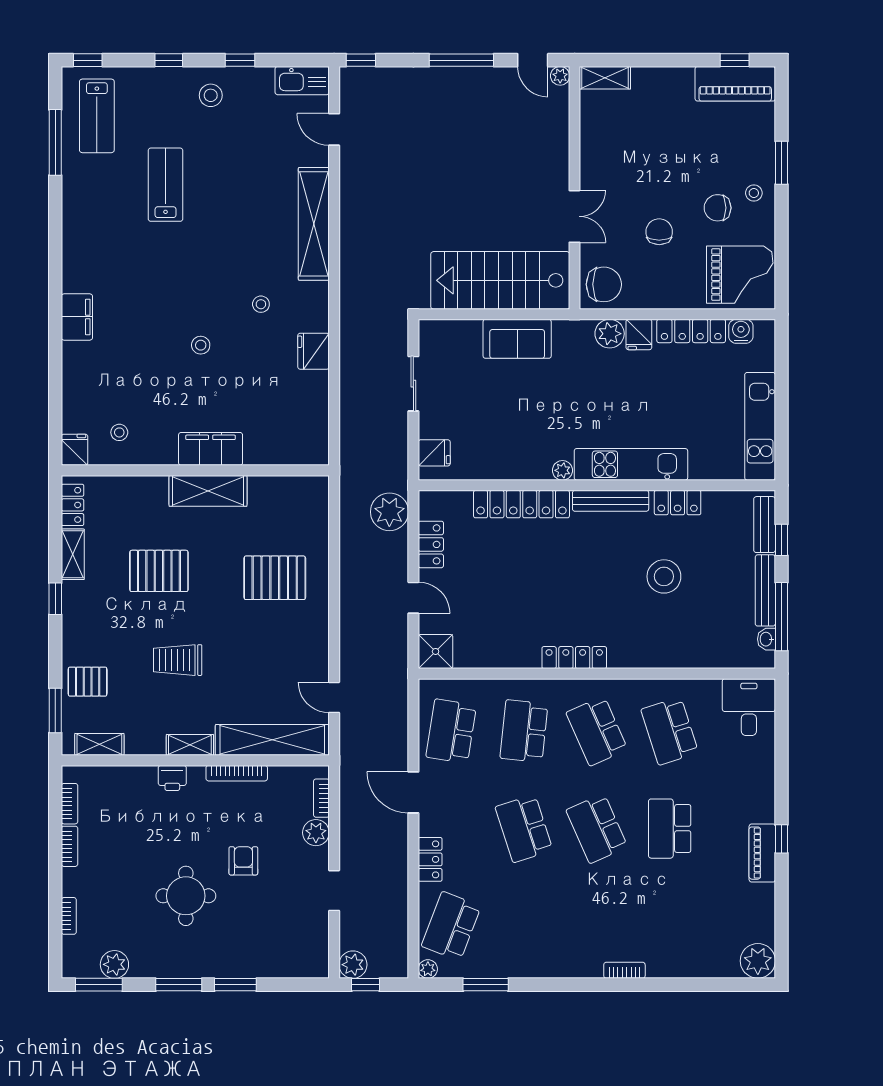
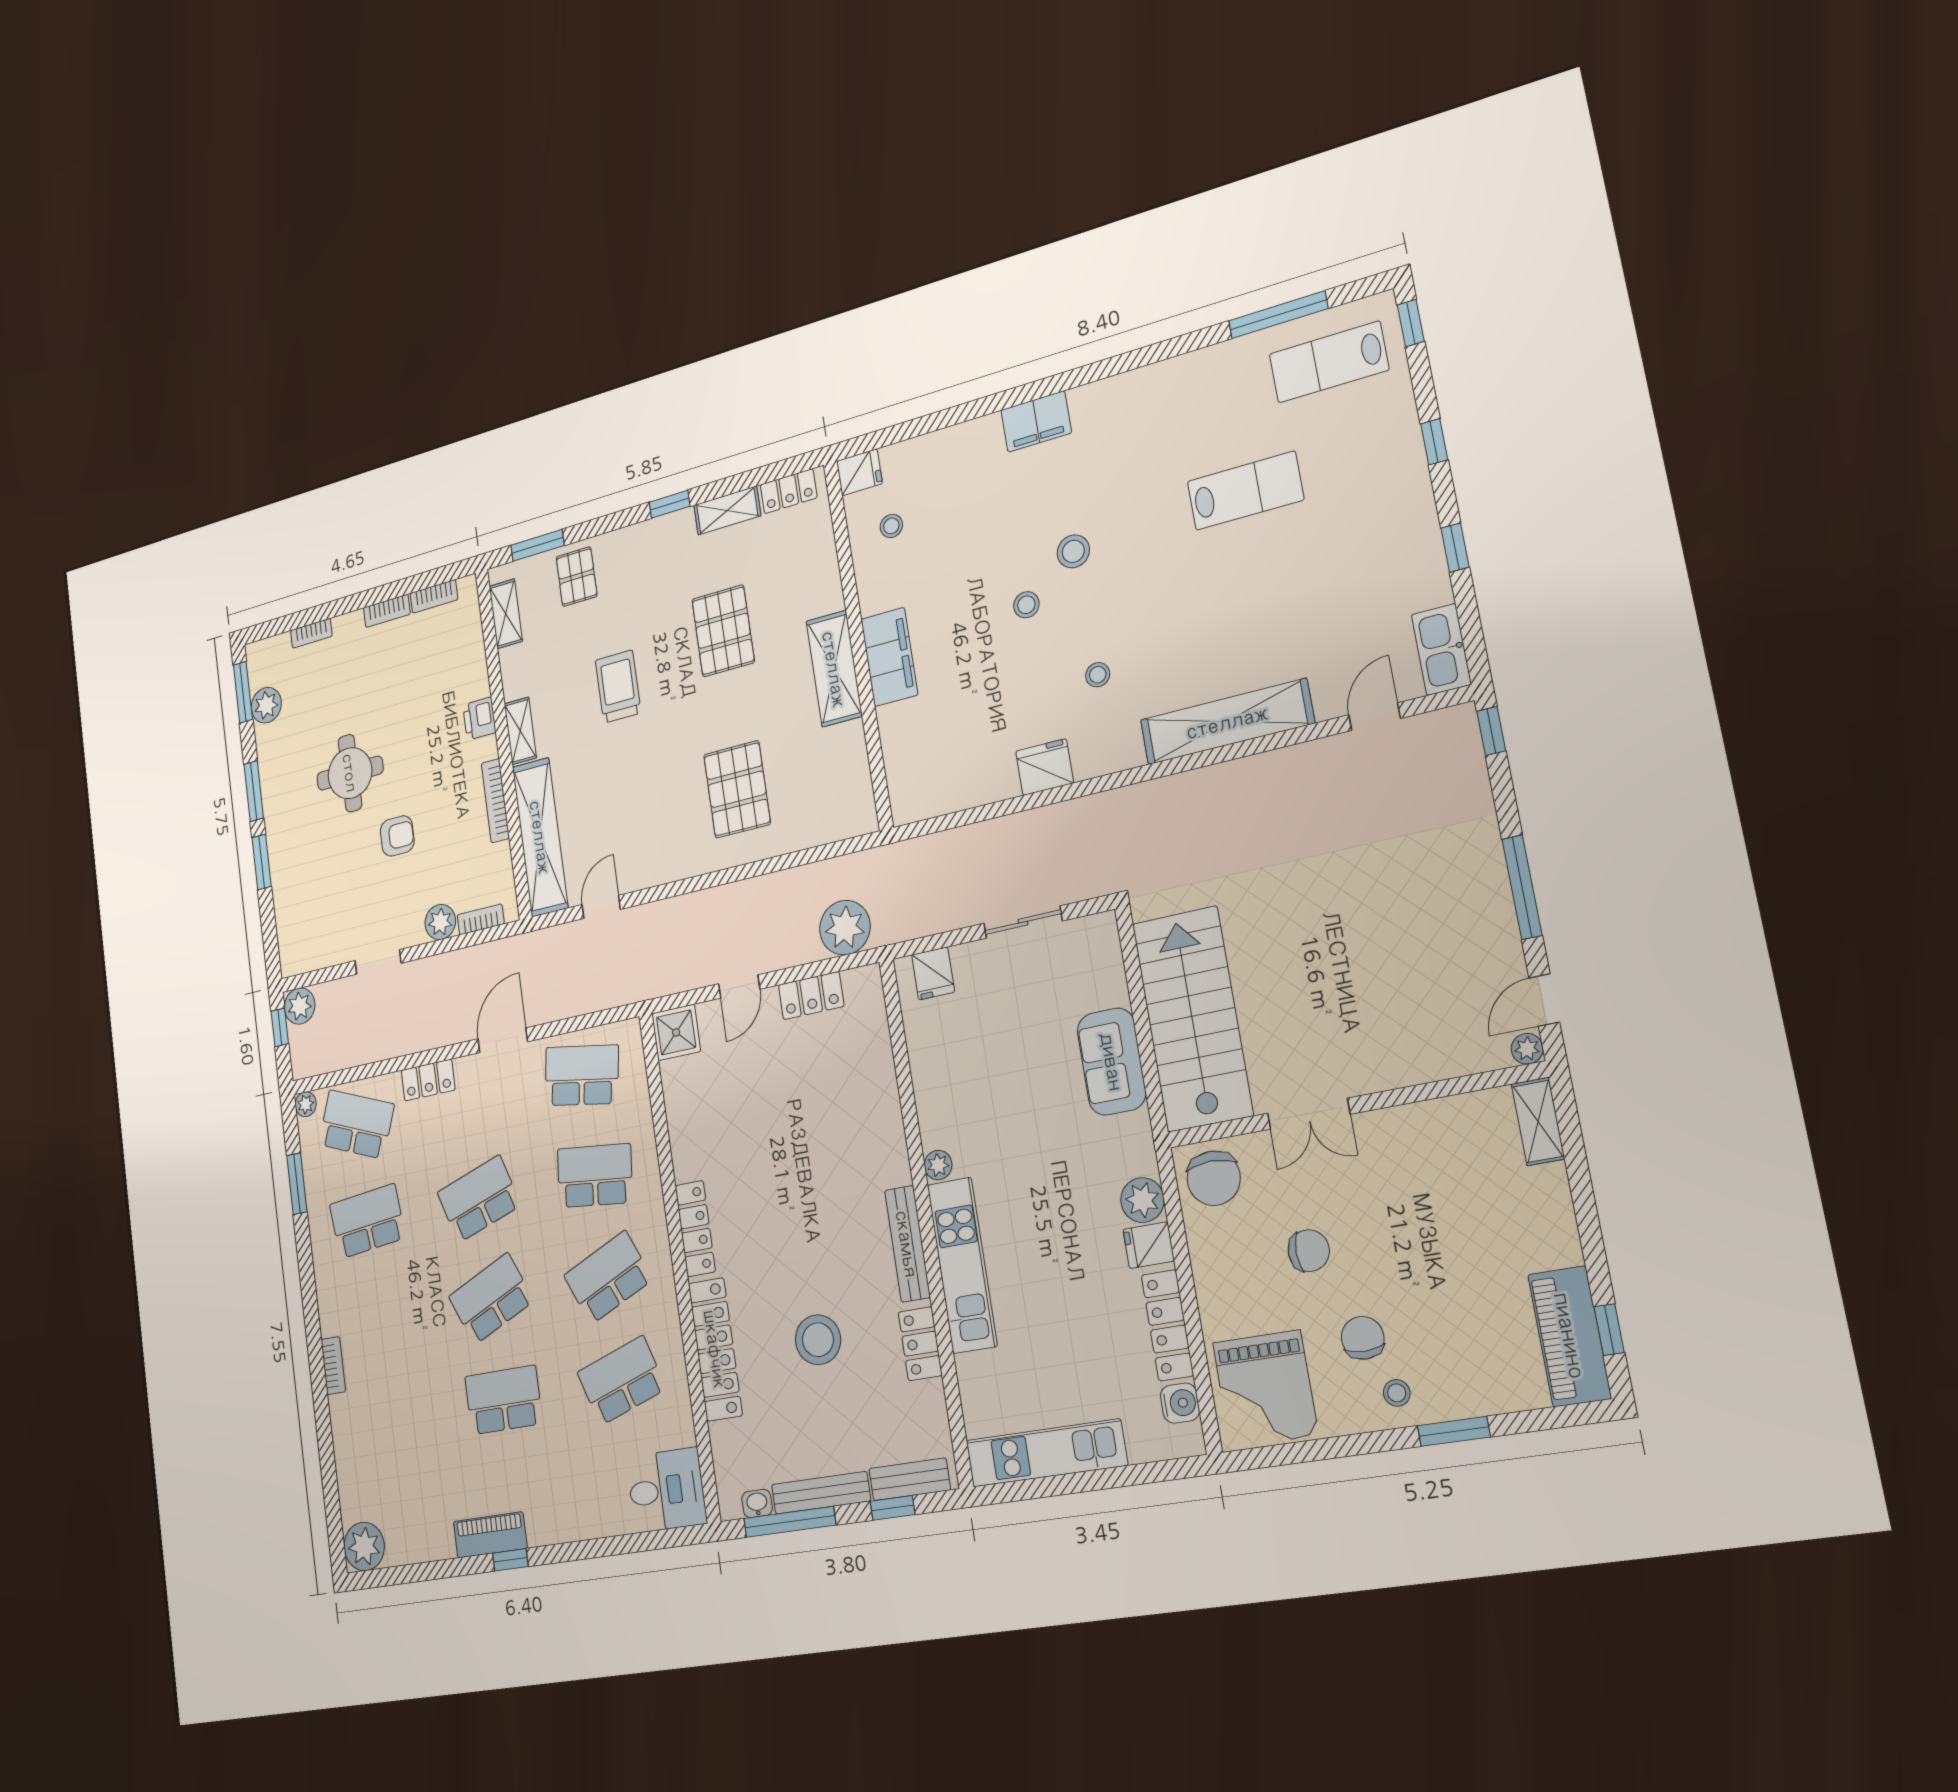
stool: (211, 95) -> (1073, 551), moved
locker: (521, 504) -> (715, 1349), moved, turned 180
school desk: (524, 926) -> (367, 1221), added

